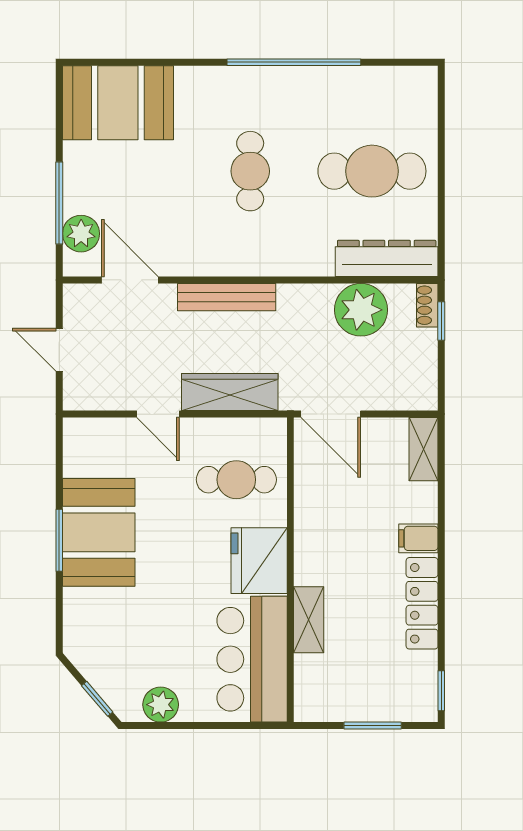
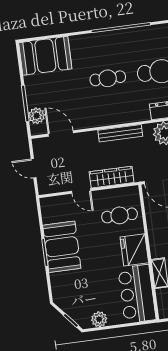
cafe table: (250, 171) -> (108, 78), turned 90
bench: (227, 297) -> (120, 133), moved

